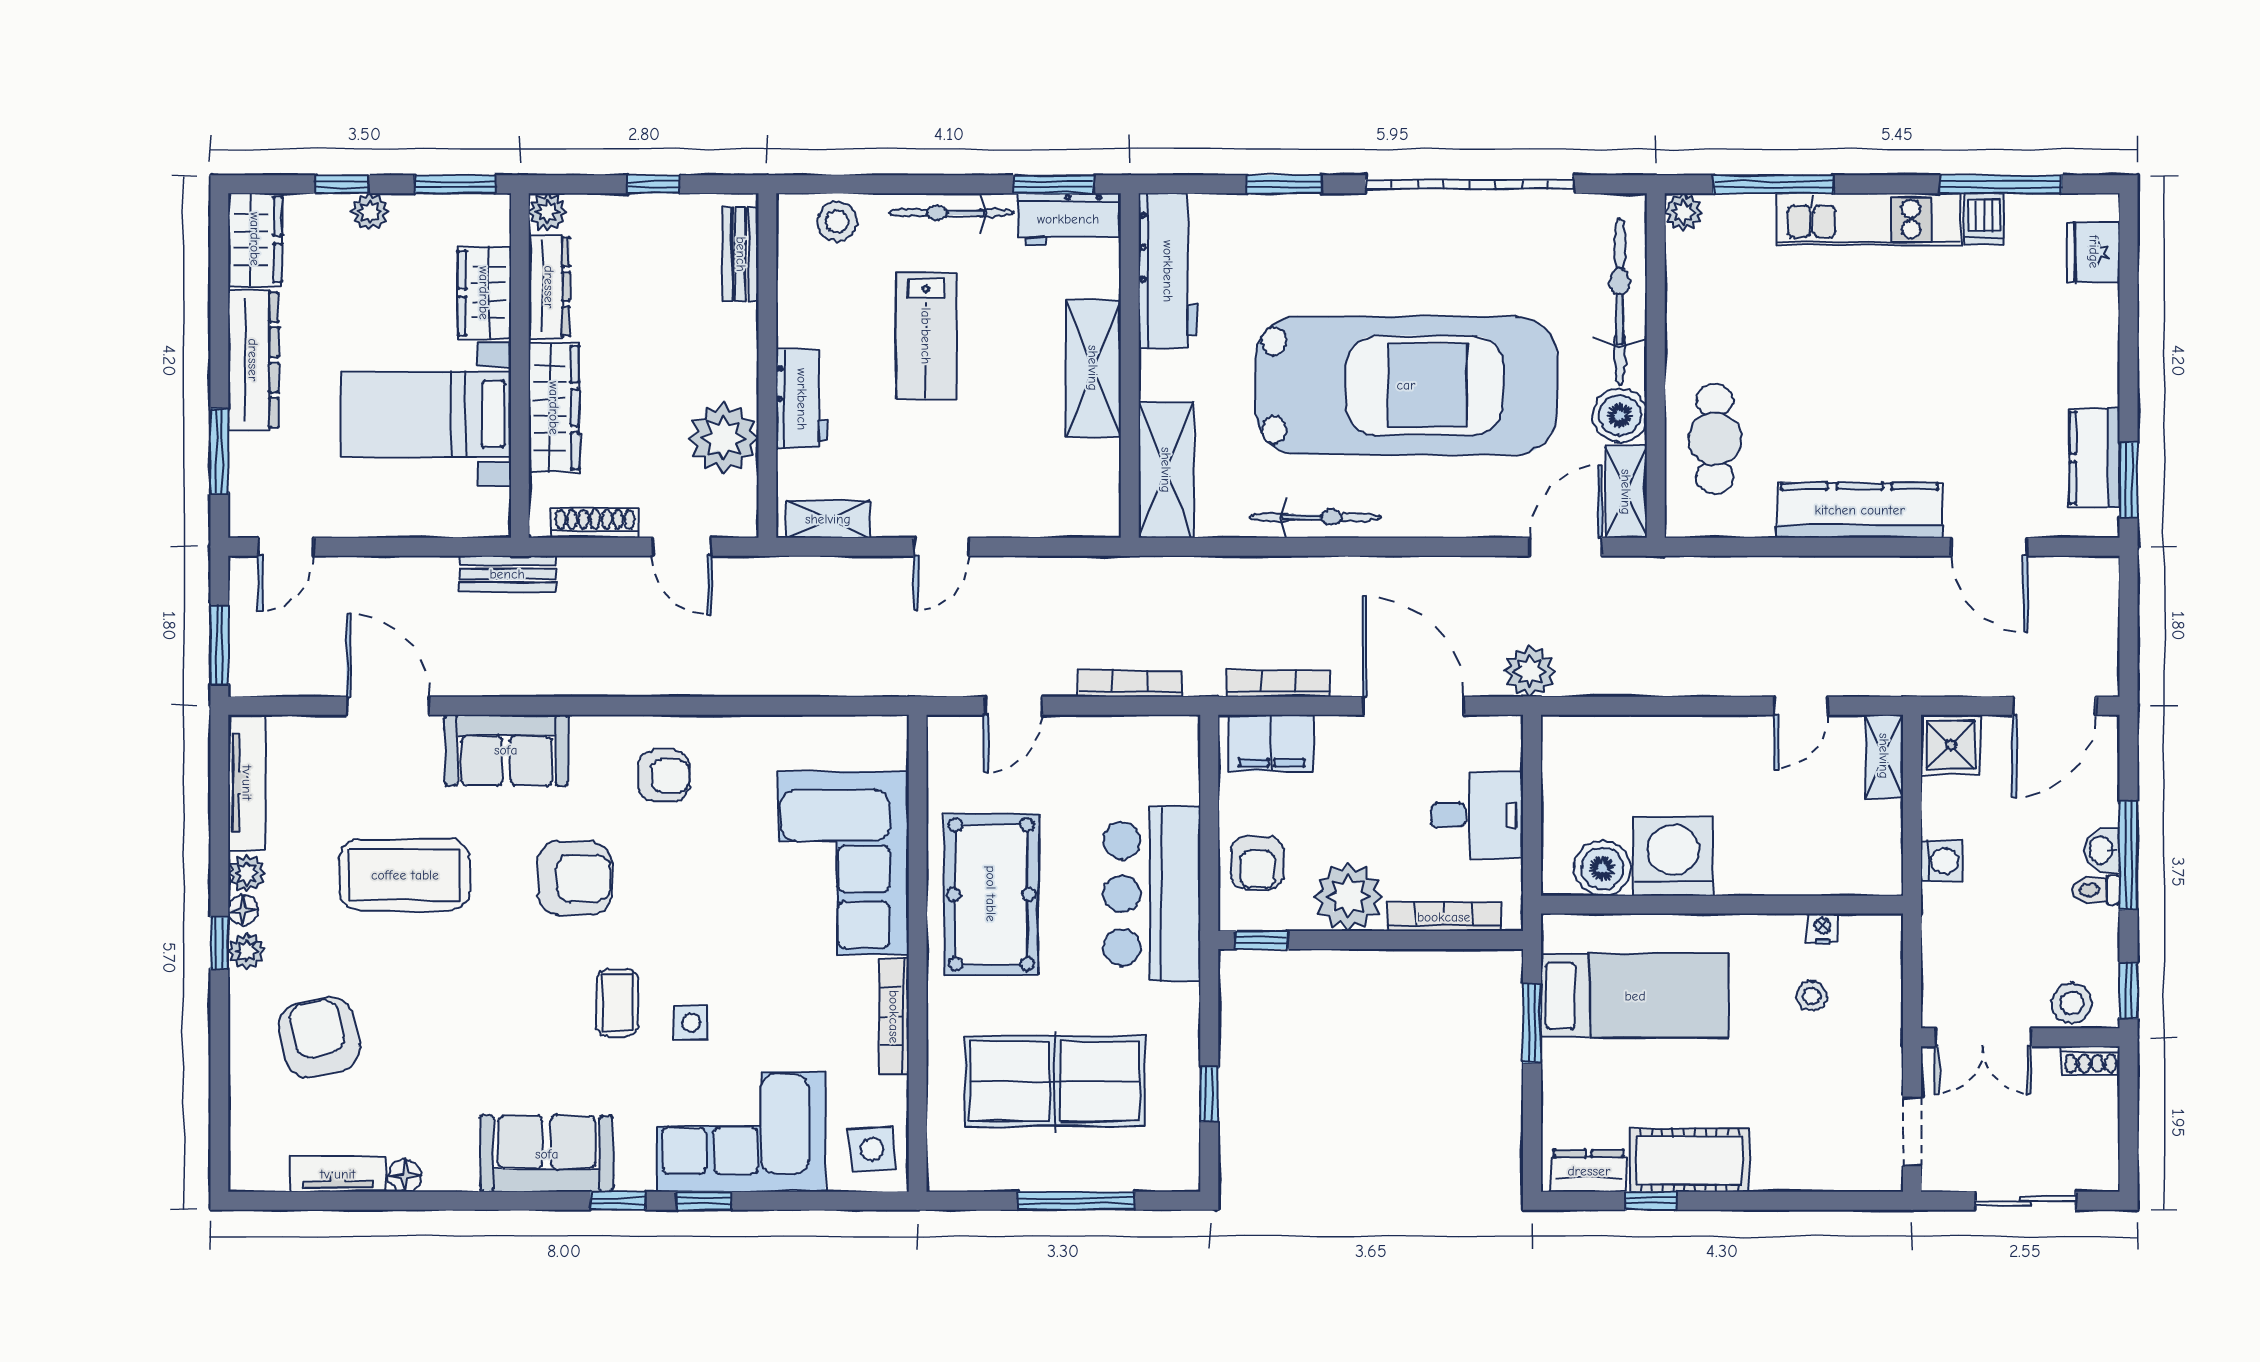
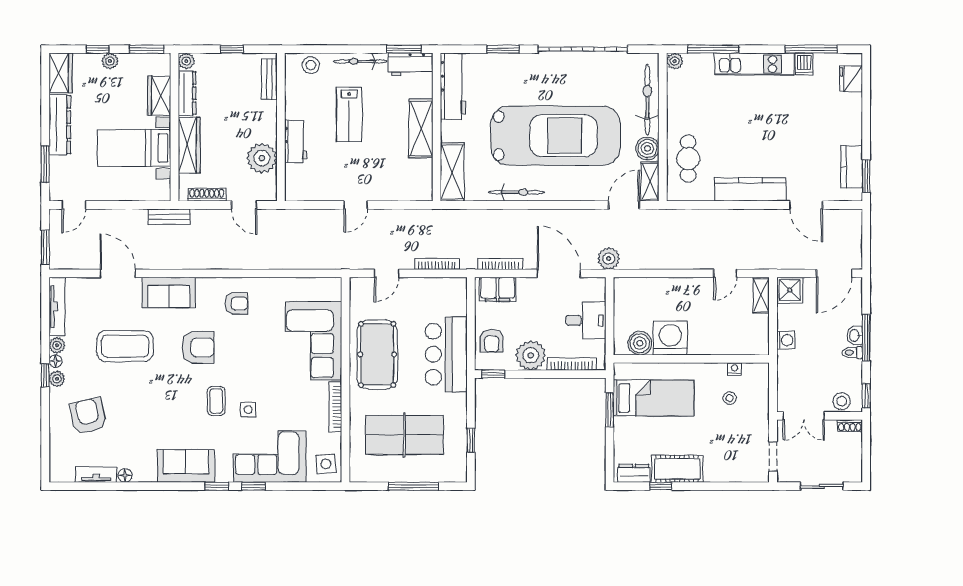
shelving: (828, 519) -> (307, 193), removed

